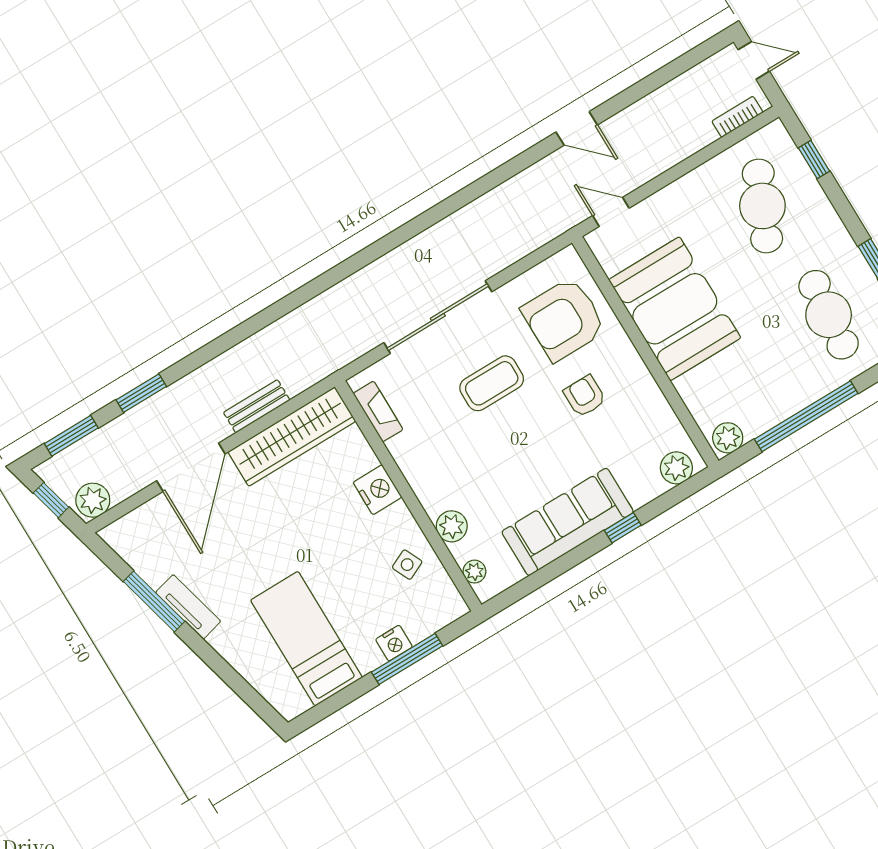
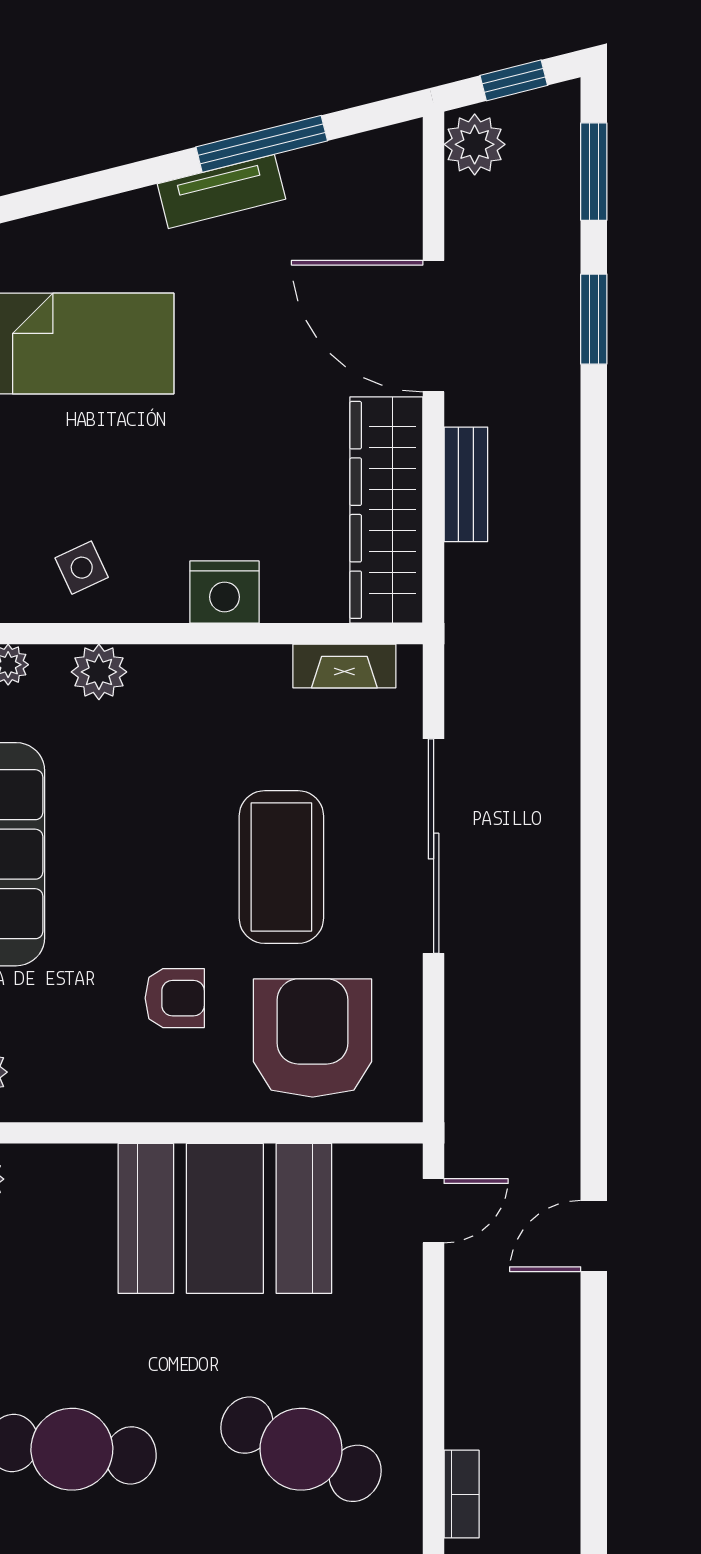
coffee table: (492, 383) -> (281, 867), width x1.36, depth x1.32

